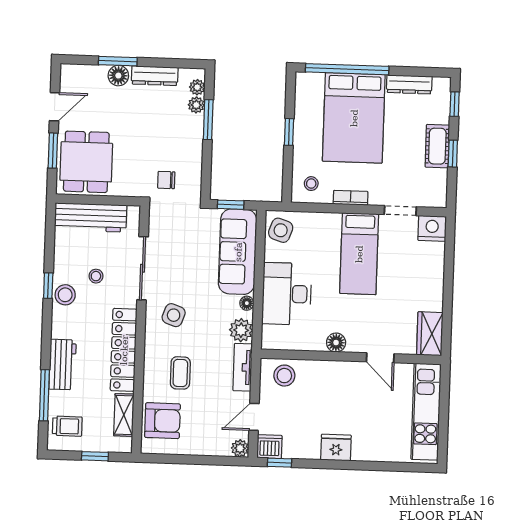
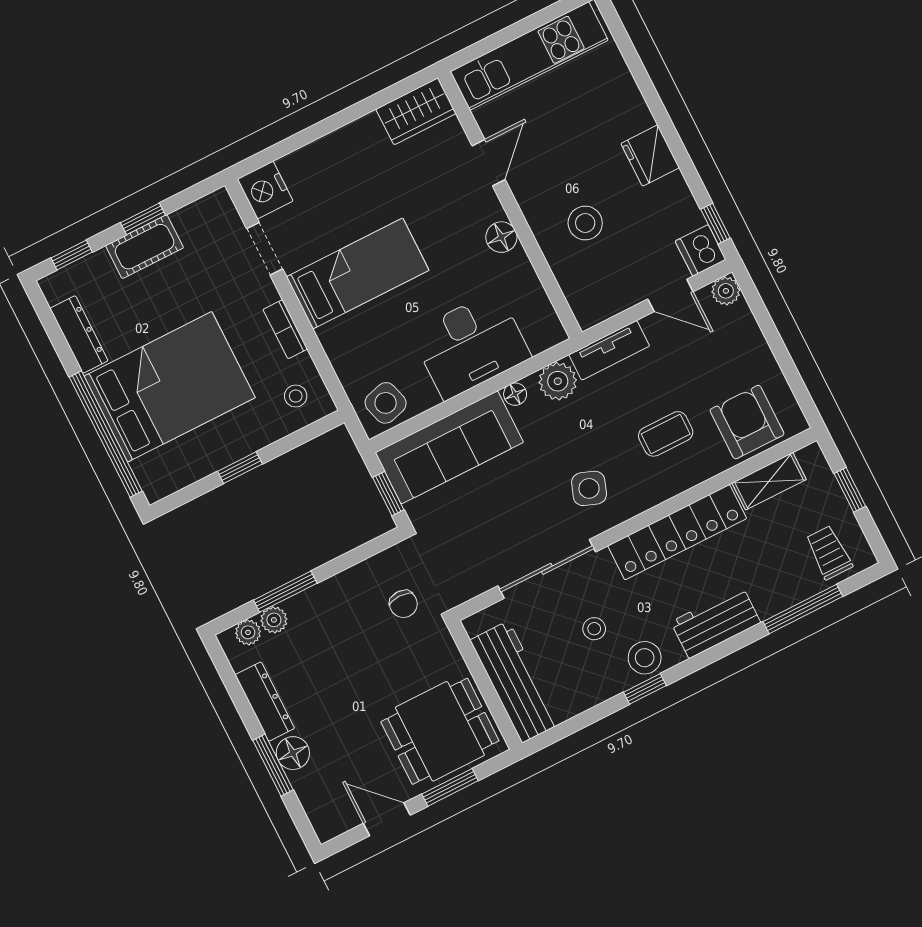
side table: (281, 230) -> (386, 403), turned -35
workbench: (62, 365) -> (716, 622), moved
stool: (284, 376) -> (585, 223), moved

